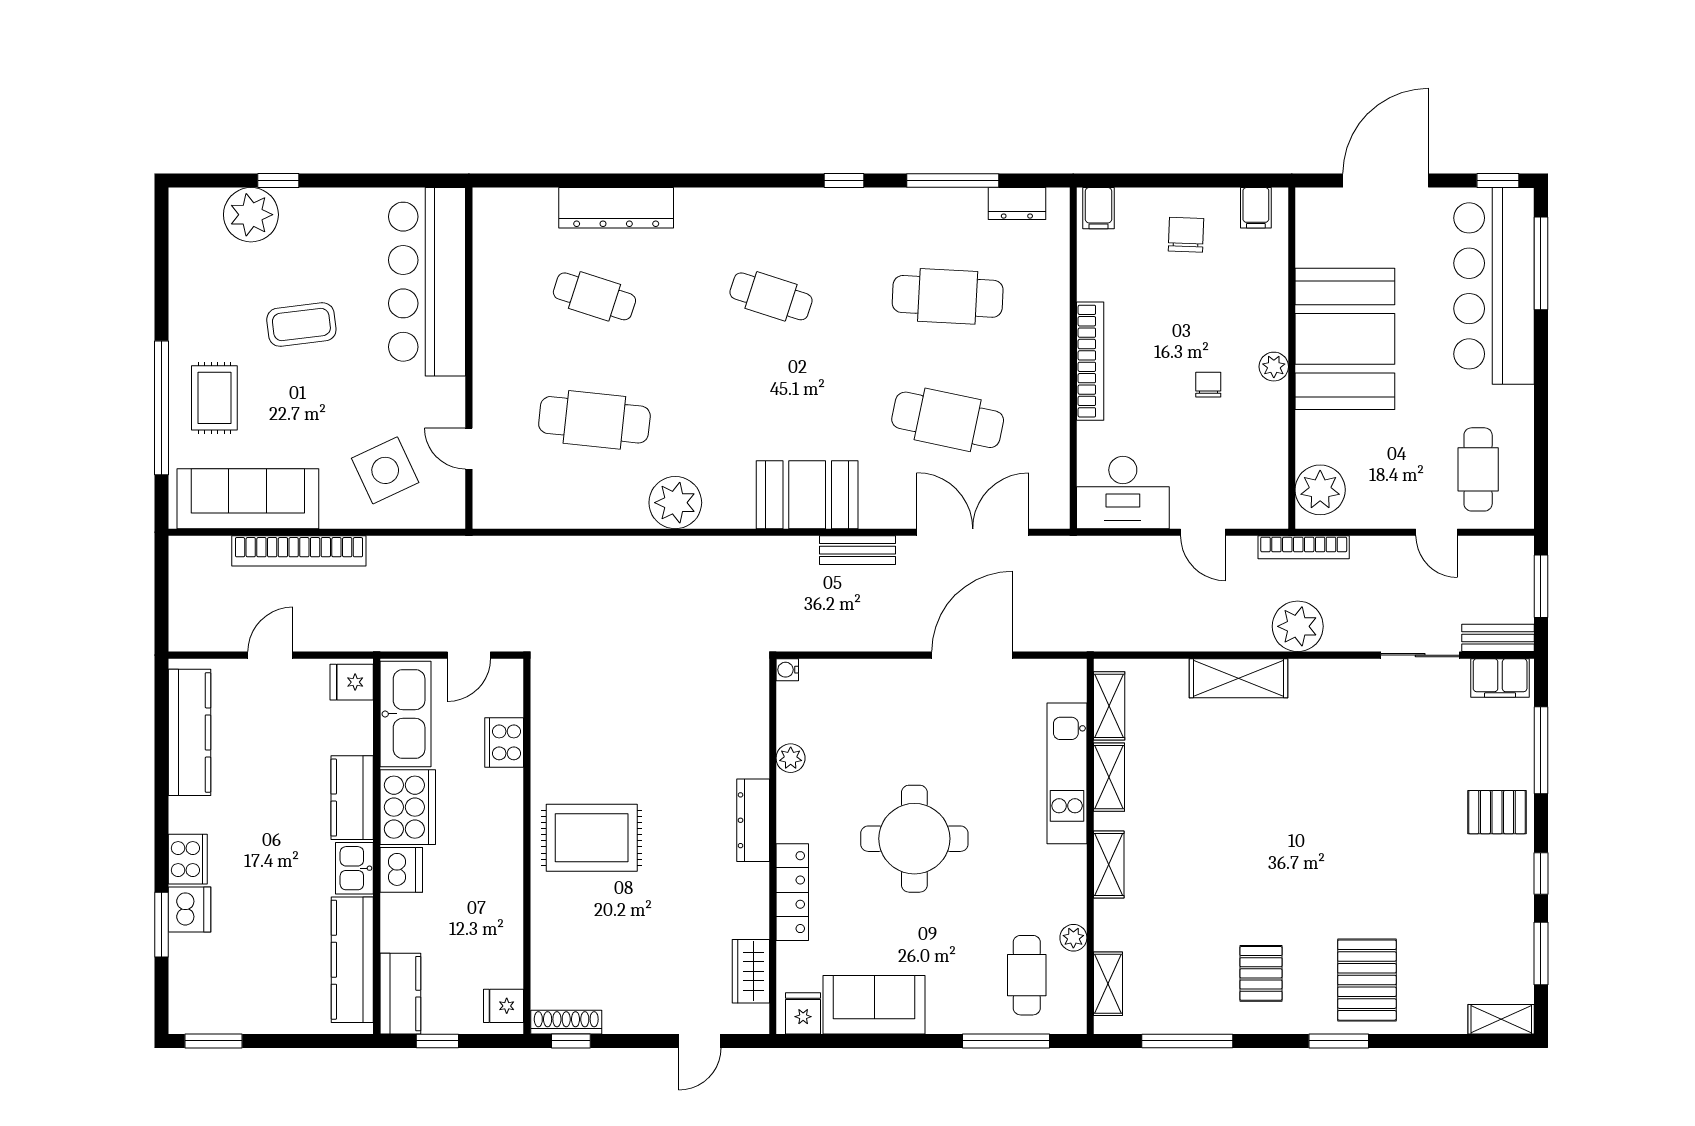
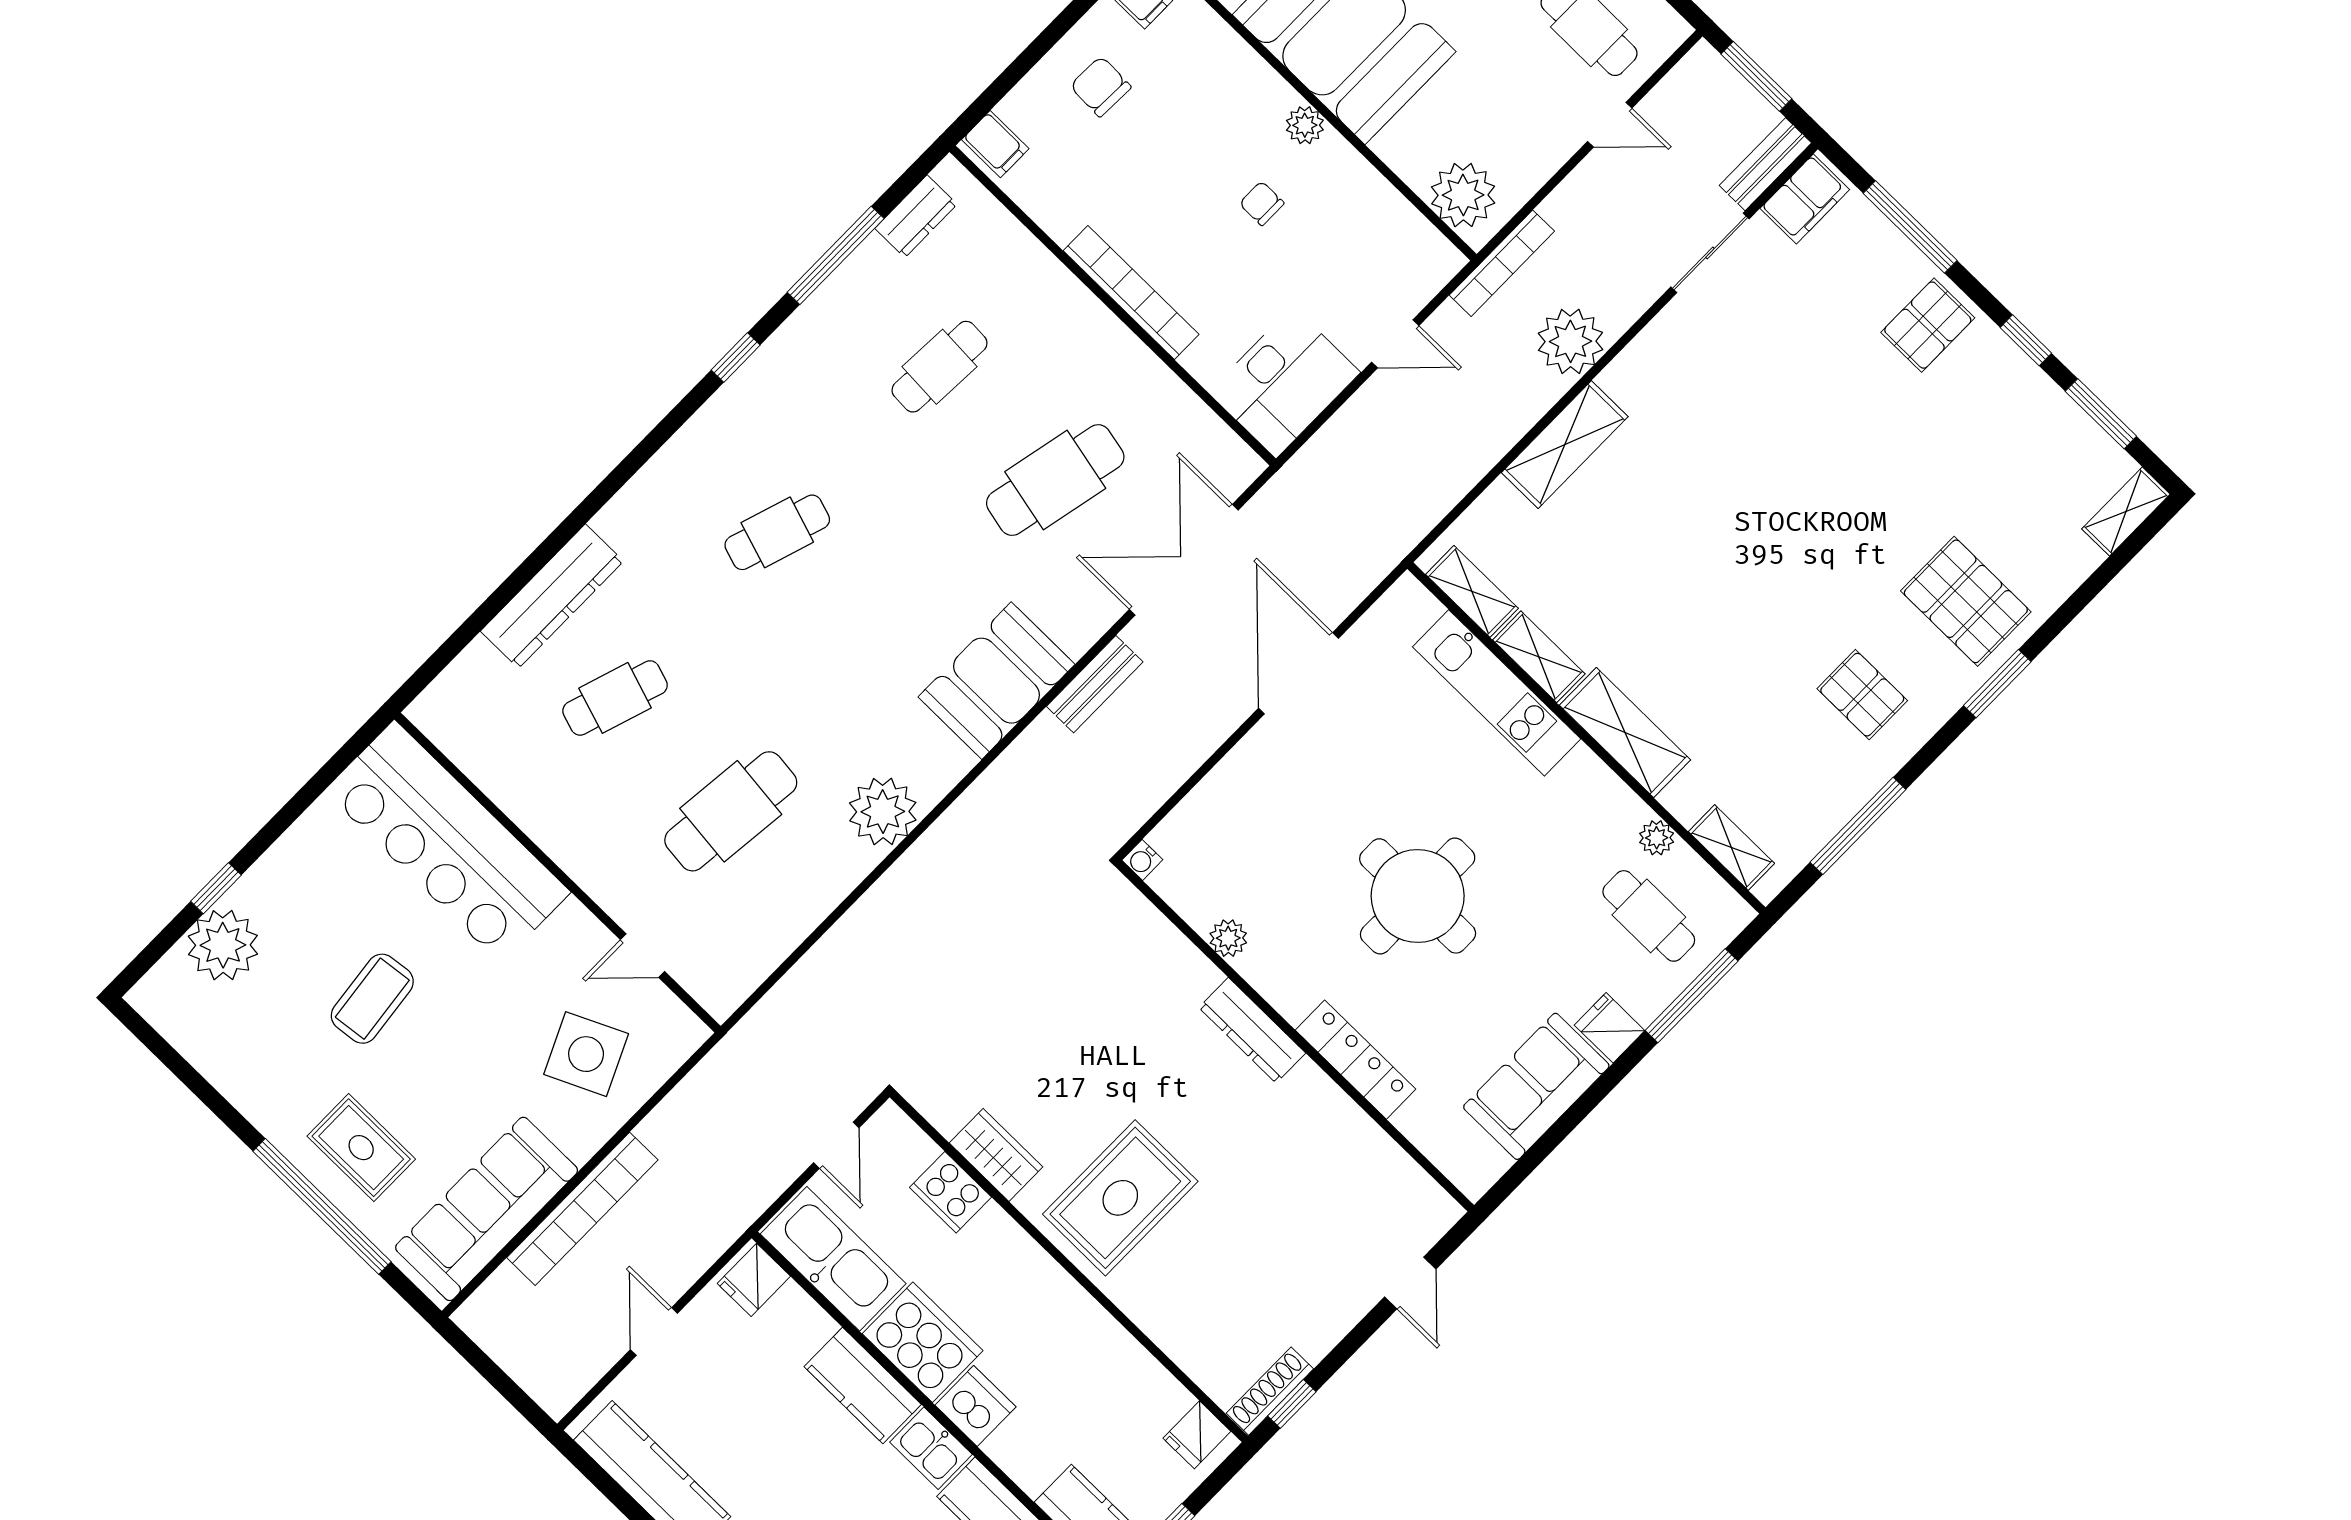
cafe table: (948, 296) -> (939, 367), width x0.73, depth x0.74
shelving: (1109, 864) -> (1625, 733), width x1.50, depth x1.33
wardrobe: (751, 971) -> (996, 1155), moved, turned 180
fridge: (803, 1013) -> (1610, 1028), moved

